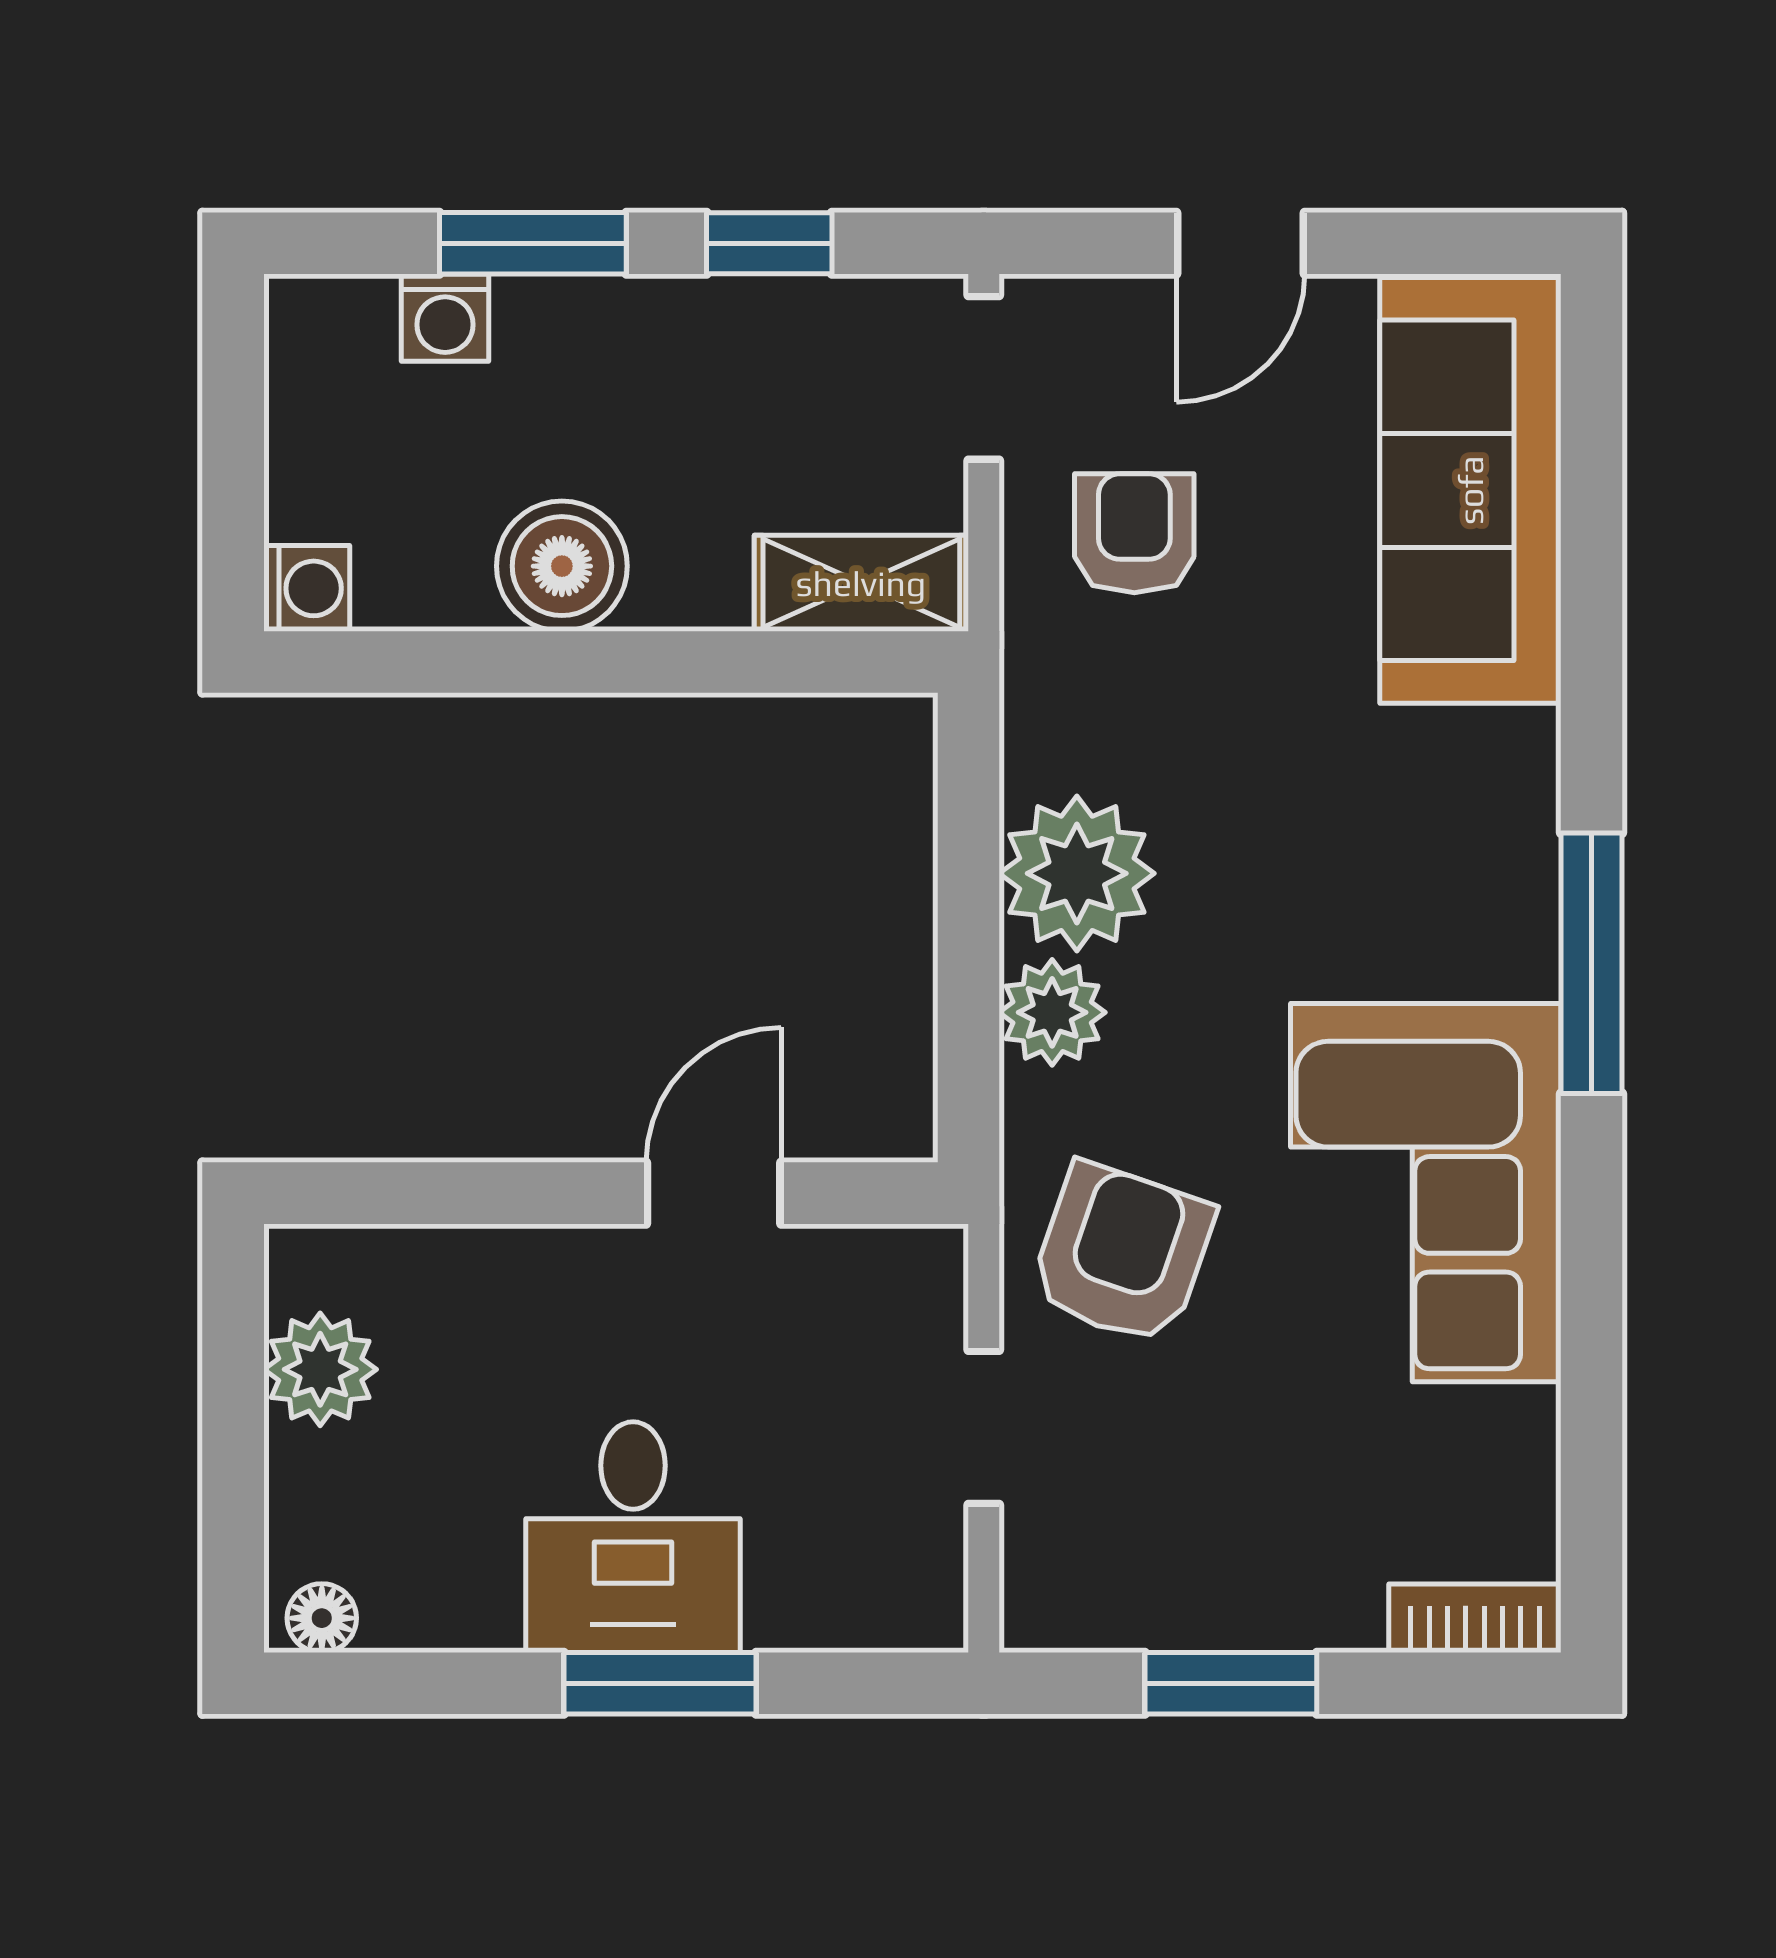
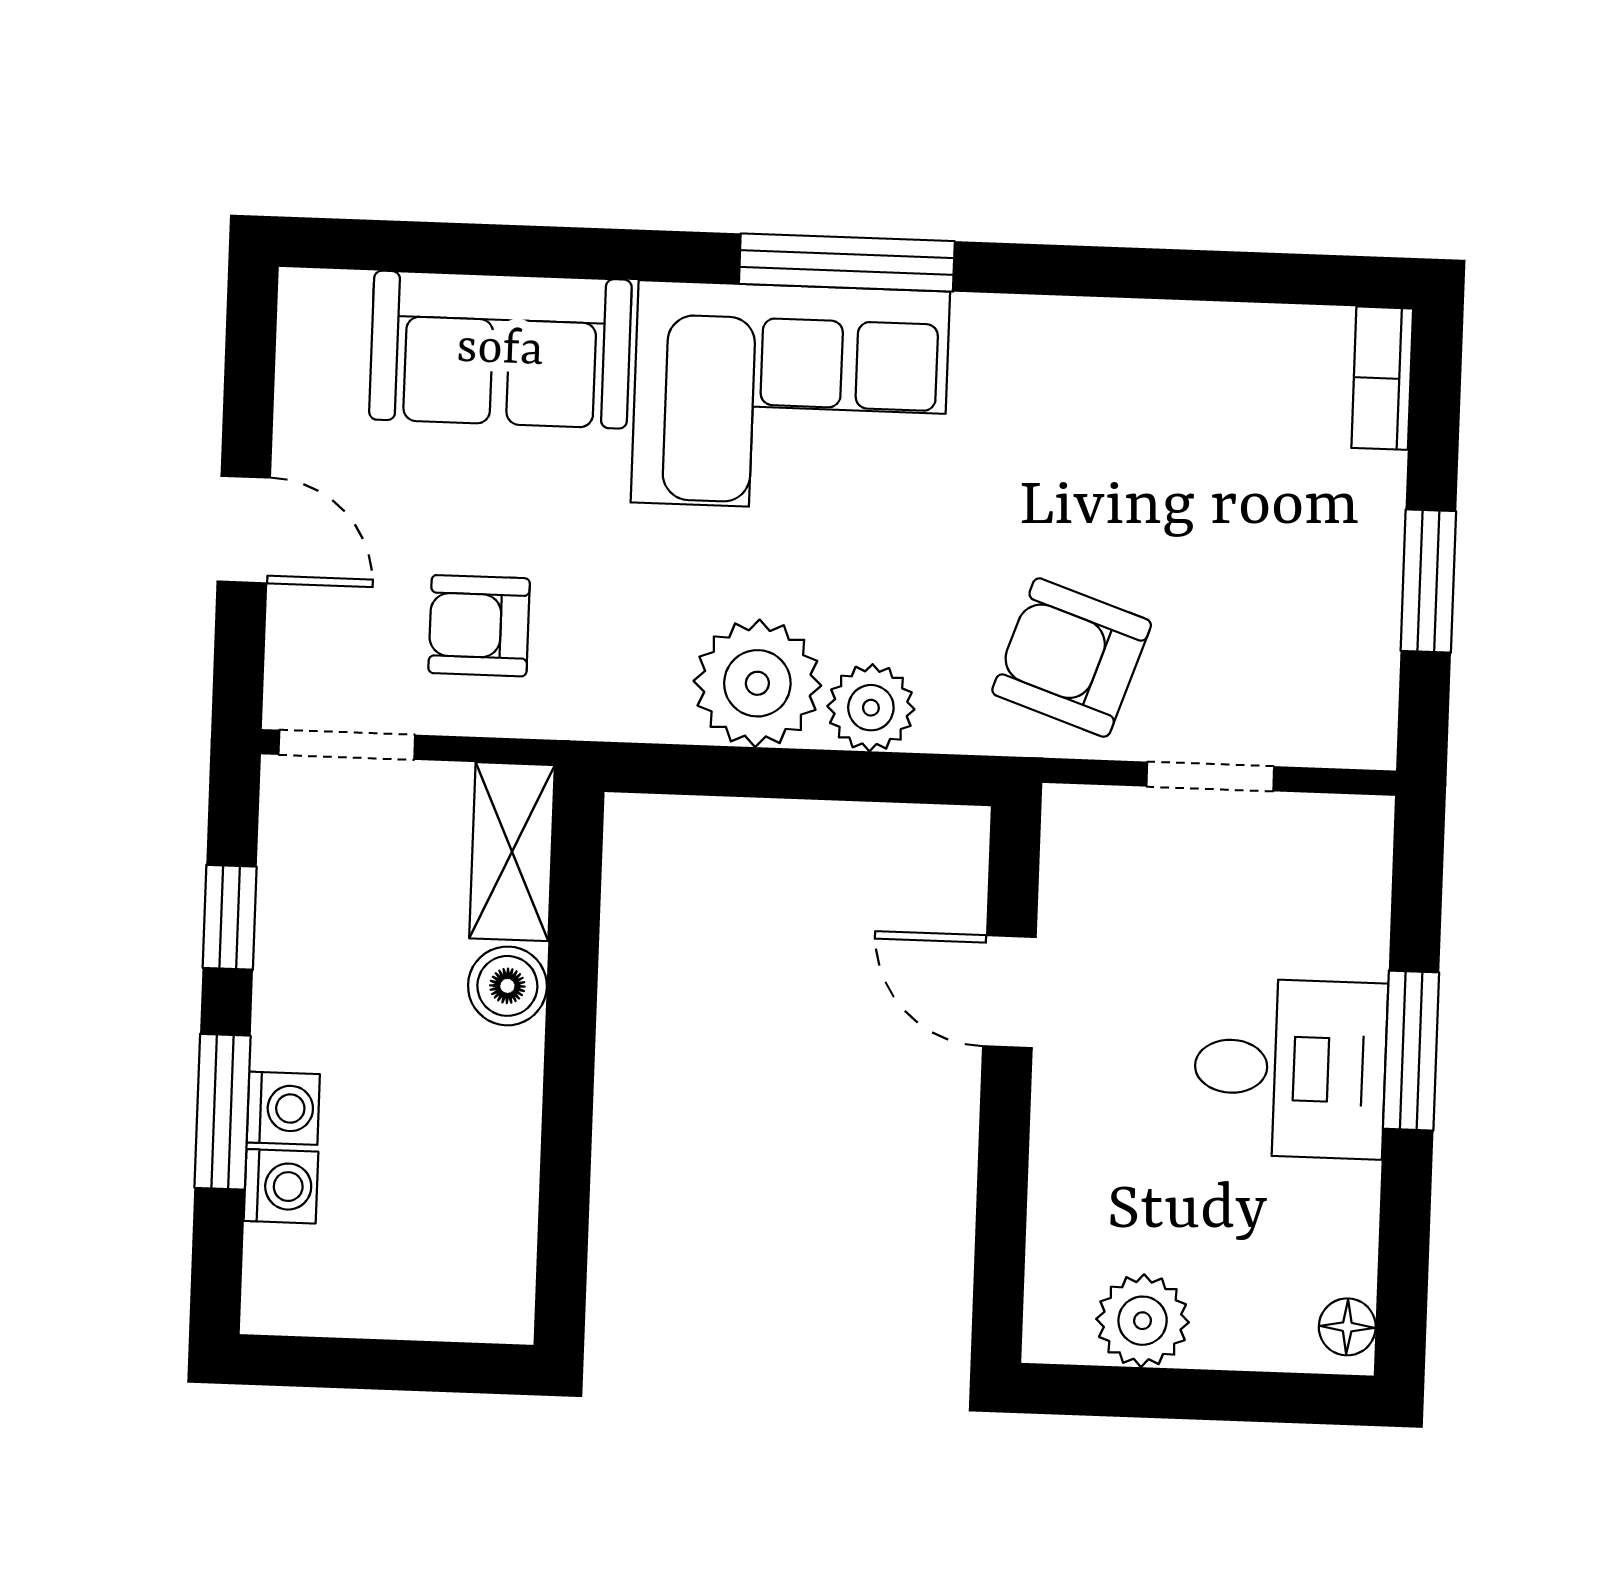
sofa: (1470, 490) -> (500, 350), width x0.73
boiler: (562, 566) -> (507, 986), moved, width x0.73, depth x0.73
washing machine: (307, 588) -> (283, 1108), moved, turned 90
corner sofa: (1426, 1193) -> (790, 397), moved

